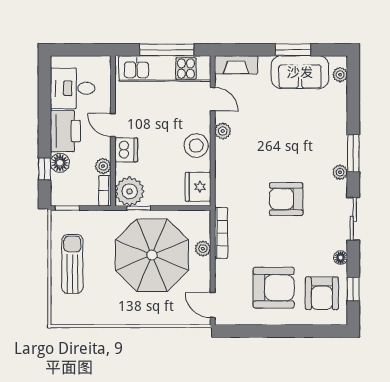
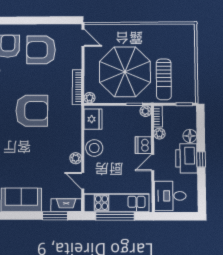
window: (293, 50) -> (55, 216), moved
desk: (73, 88) -> (170, 196), moved, turned 180
door: (113, 125) -> (153, 163), swing flipped
window: (45, 169) -> (201, 159), moved
plant: (130, 191) -> (146, 111), width x0.53, depth x0.53
armchair: (286, 199) -> (32, 111), width x1.36, depth x1.36
plant: (203, 249) -> (90, 98), moved
sun lounger: (72, 264) -> (164, 79), moved

